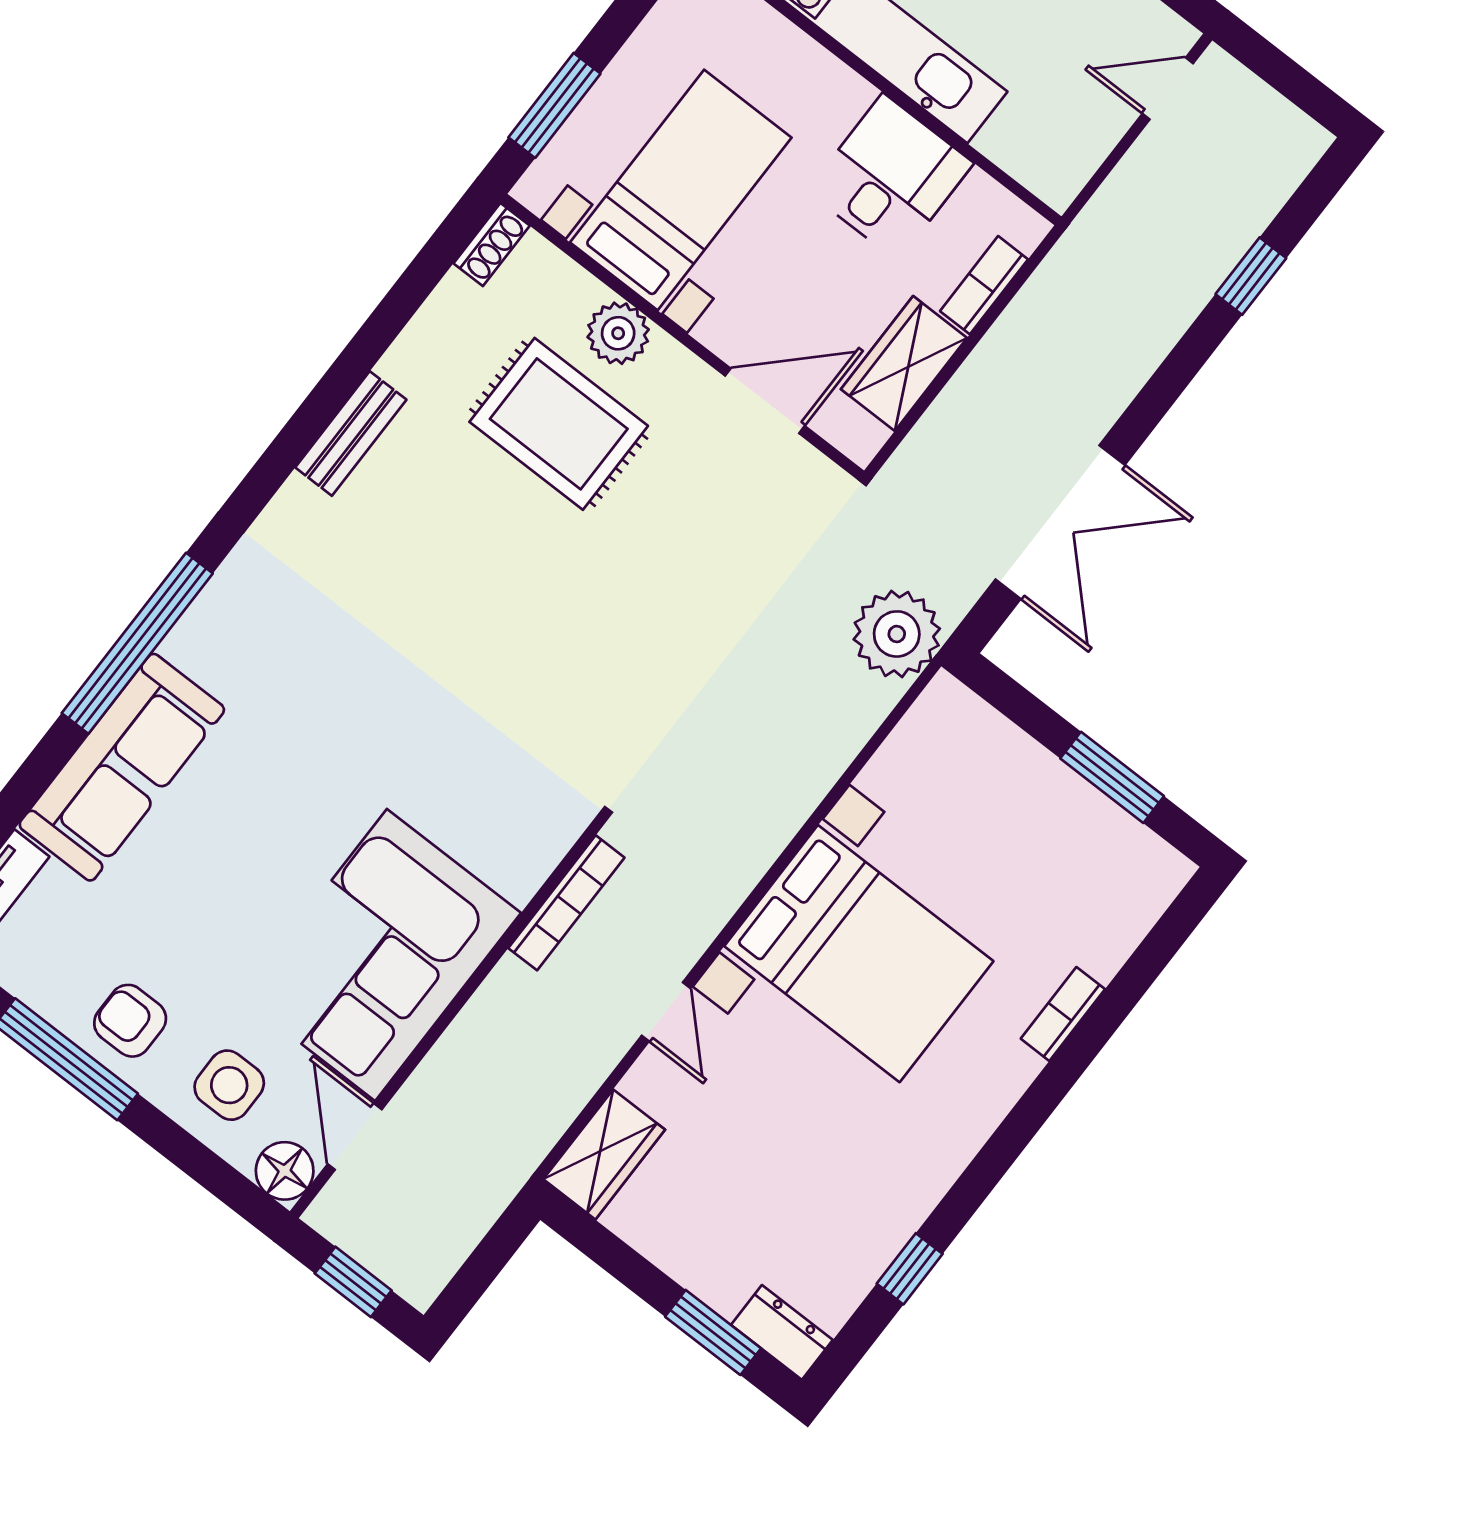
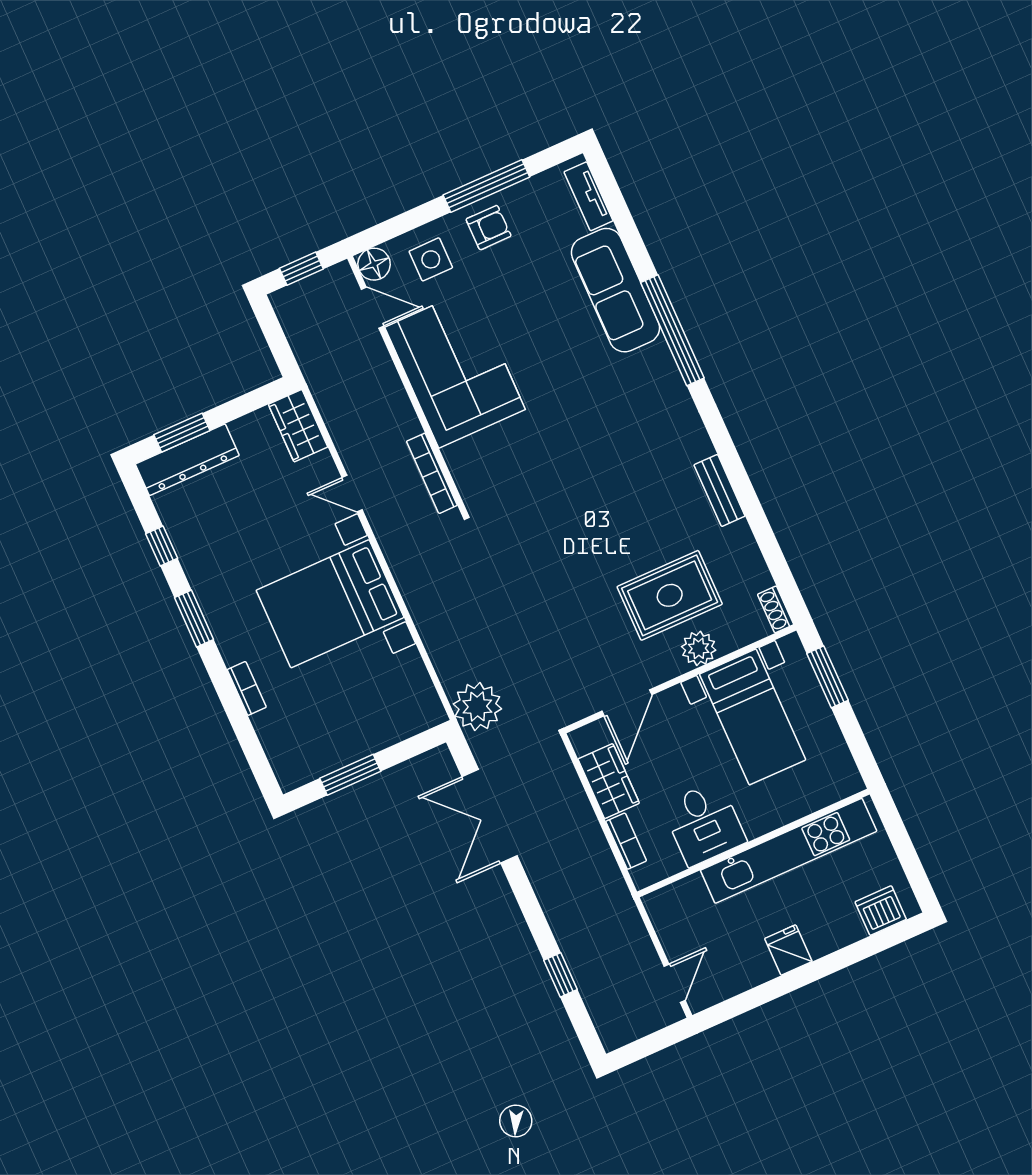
window: (997, 1156) -> (194, 619), added
dresser: (782, 1332) -> (187, 460), width x1.96, depth x1.24

